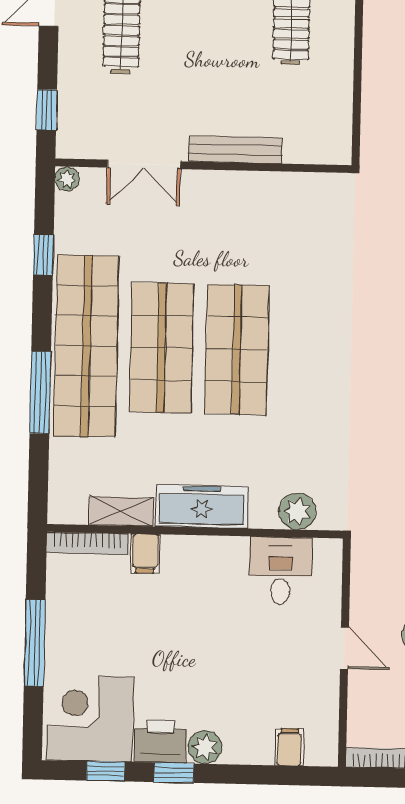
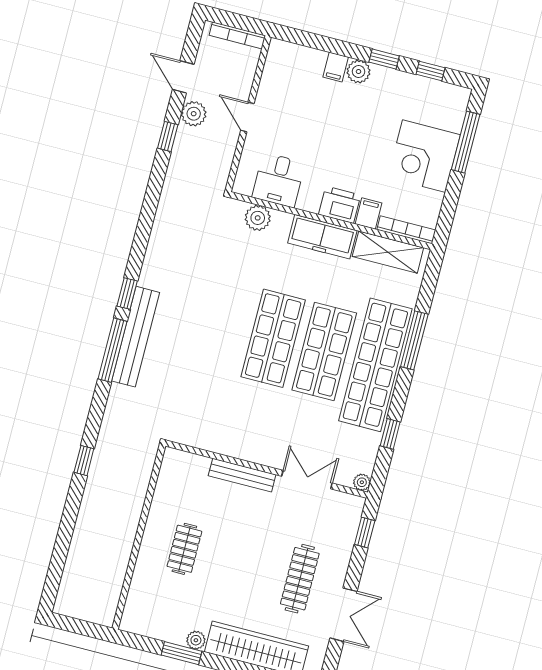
shelving: (121, 511) -> (388, 252), width x1.50, depth x1.33
window: (35, 643) -> (466, 142), moved
corner desk: (90, 719) -> (424, 156), moved, turned 90
printer: (160, 742) -> (340, 205), moved, turned 180
filing cabinet: (289, 747) -> (336, 67), moved

